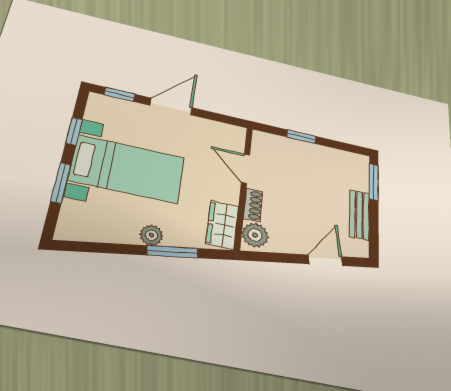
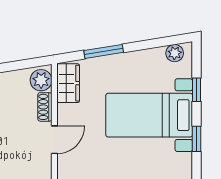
door: (245, 169) -> (54, 140), hinge flipped
window: (61, 183) -> (197, 90), width x0.67
plant: (152, 235) -> (175, 53), moved

